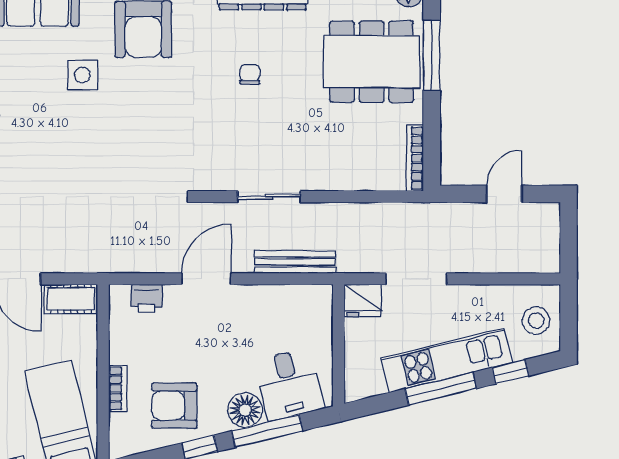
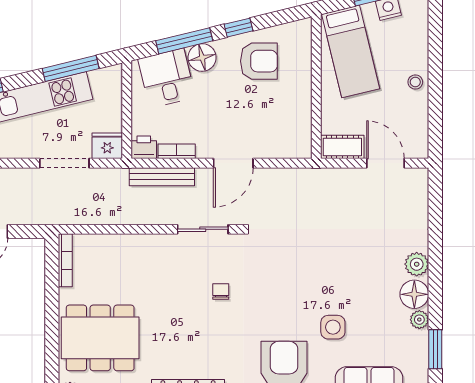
window: (432, 55) -> (52, 343), removed
chair: (250, 74) -> (221, 292), moved, turned 180
sliding door: (269, 197) -> (203, 229), moved
printer: (147, 298) -> (144, 147), moved
bookcase: (118, 388) -> (177, 151), moved, turned 90
window: (441, 389) -> (71, 68), moved

